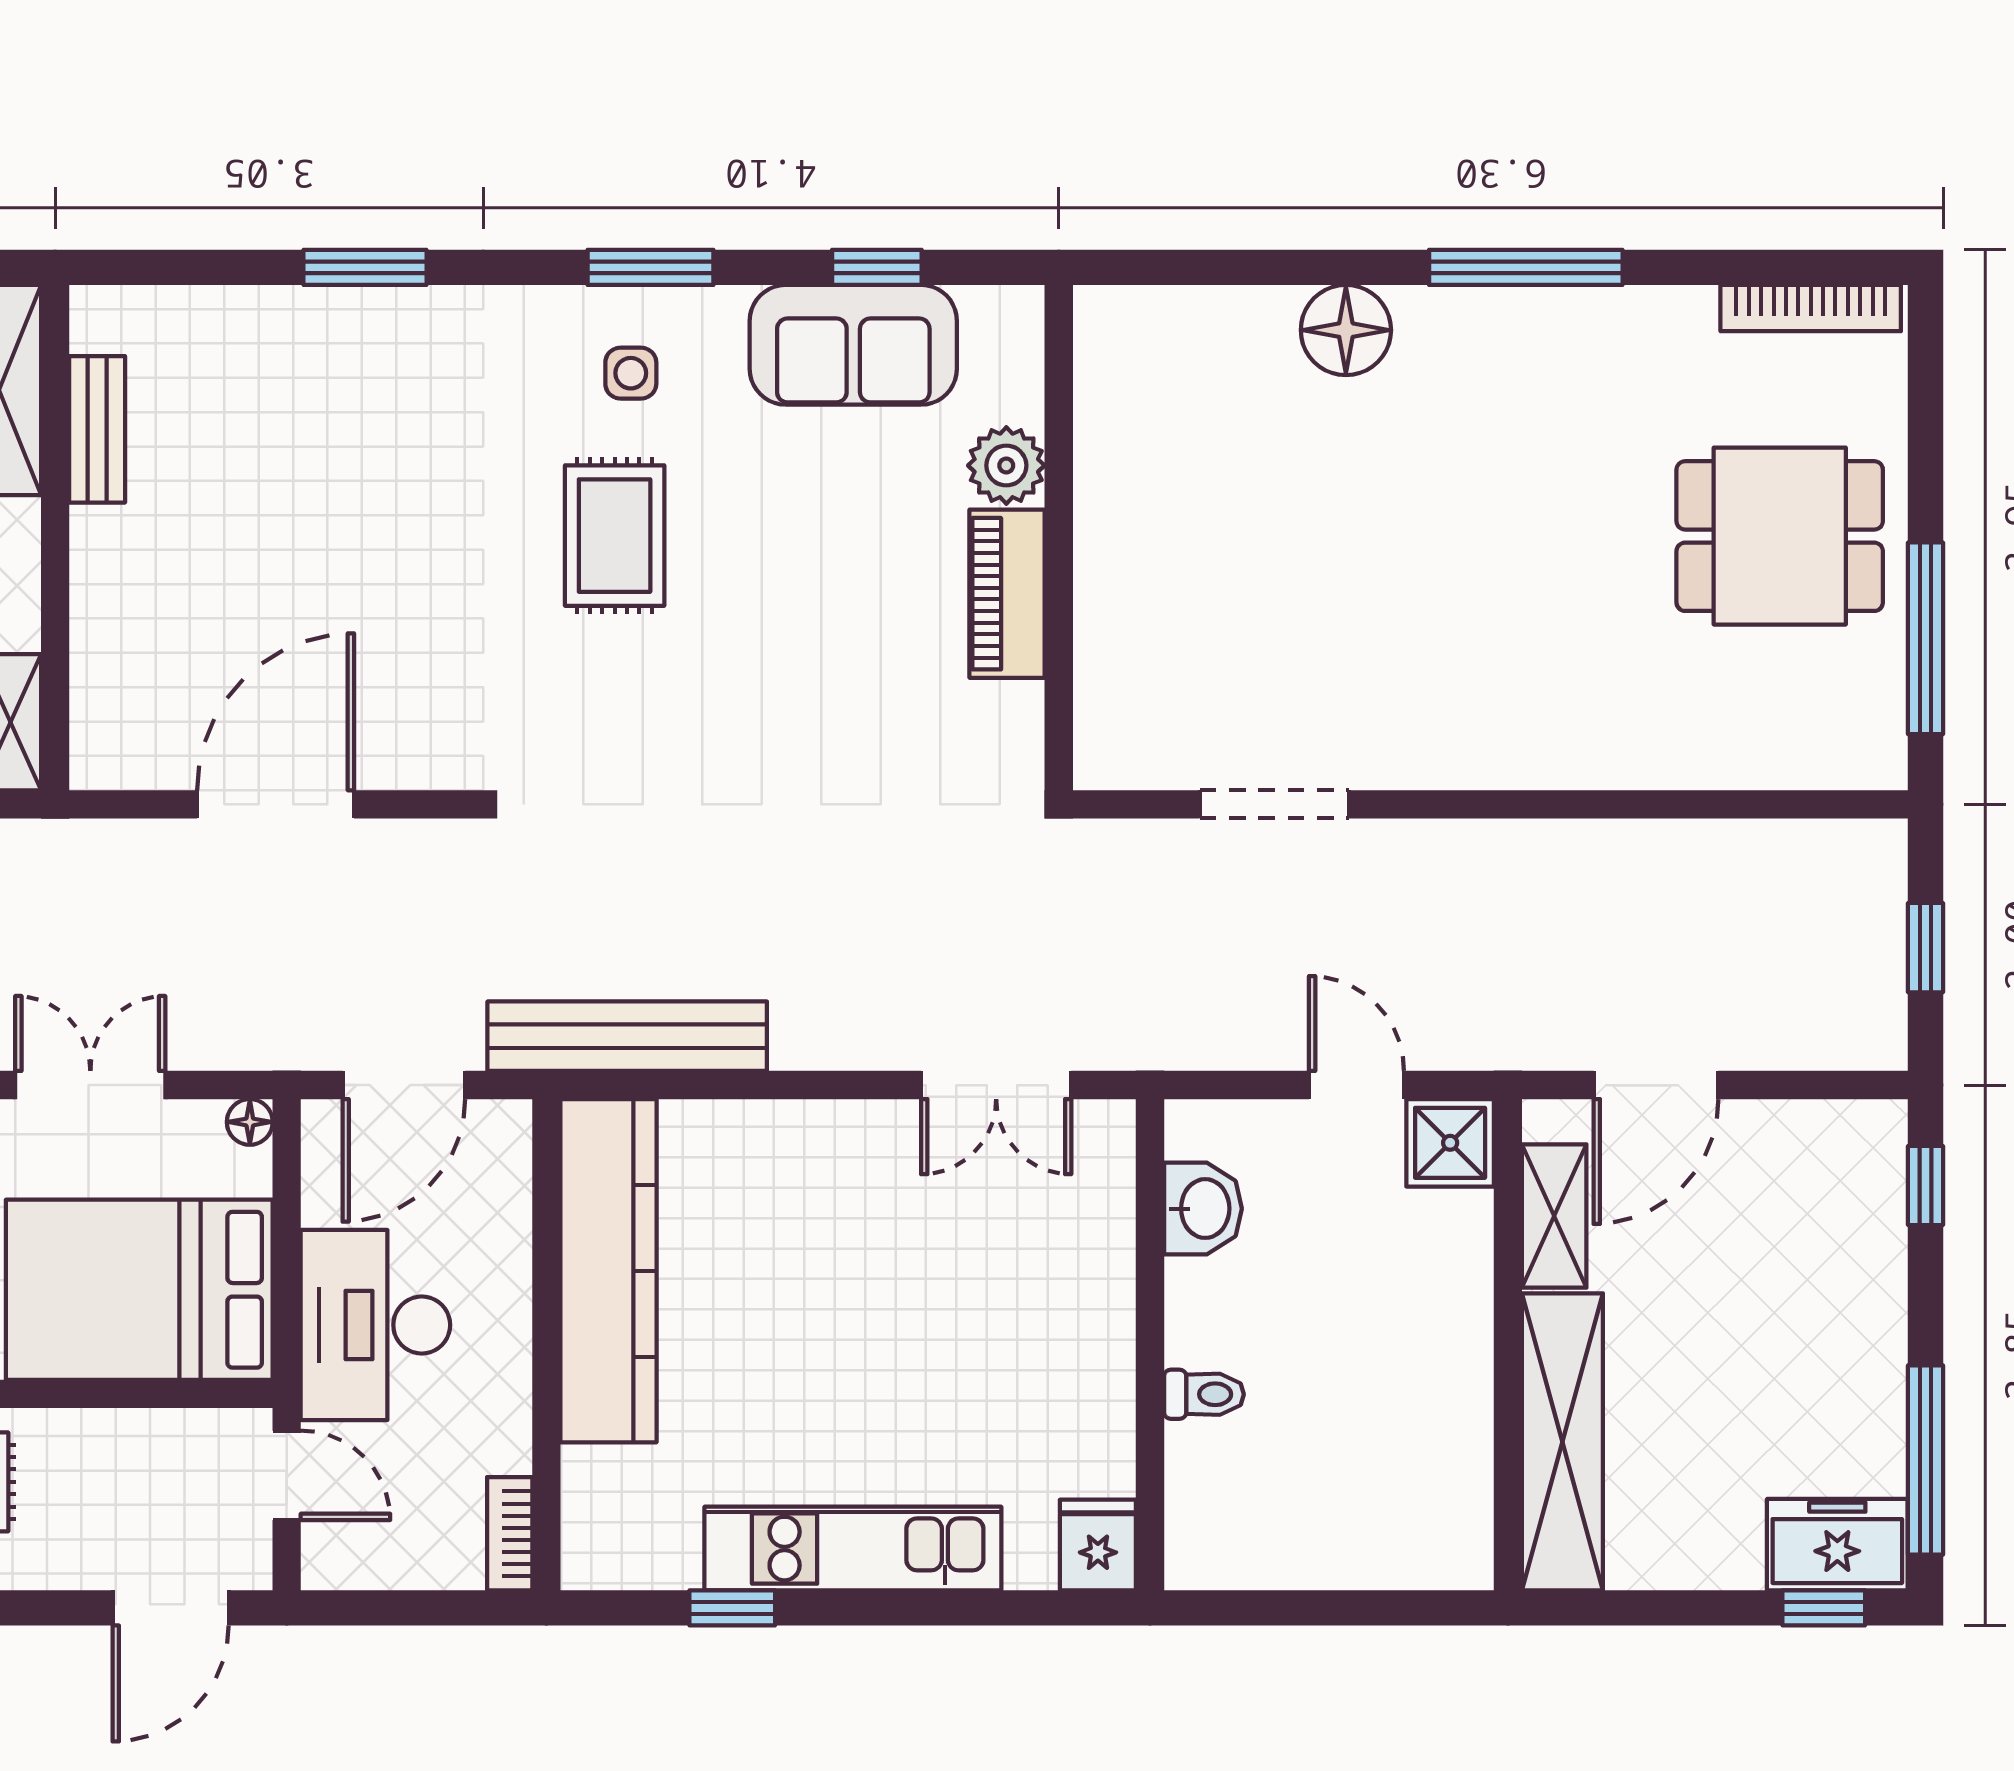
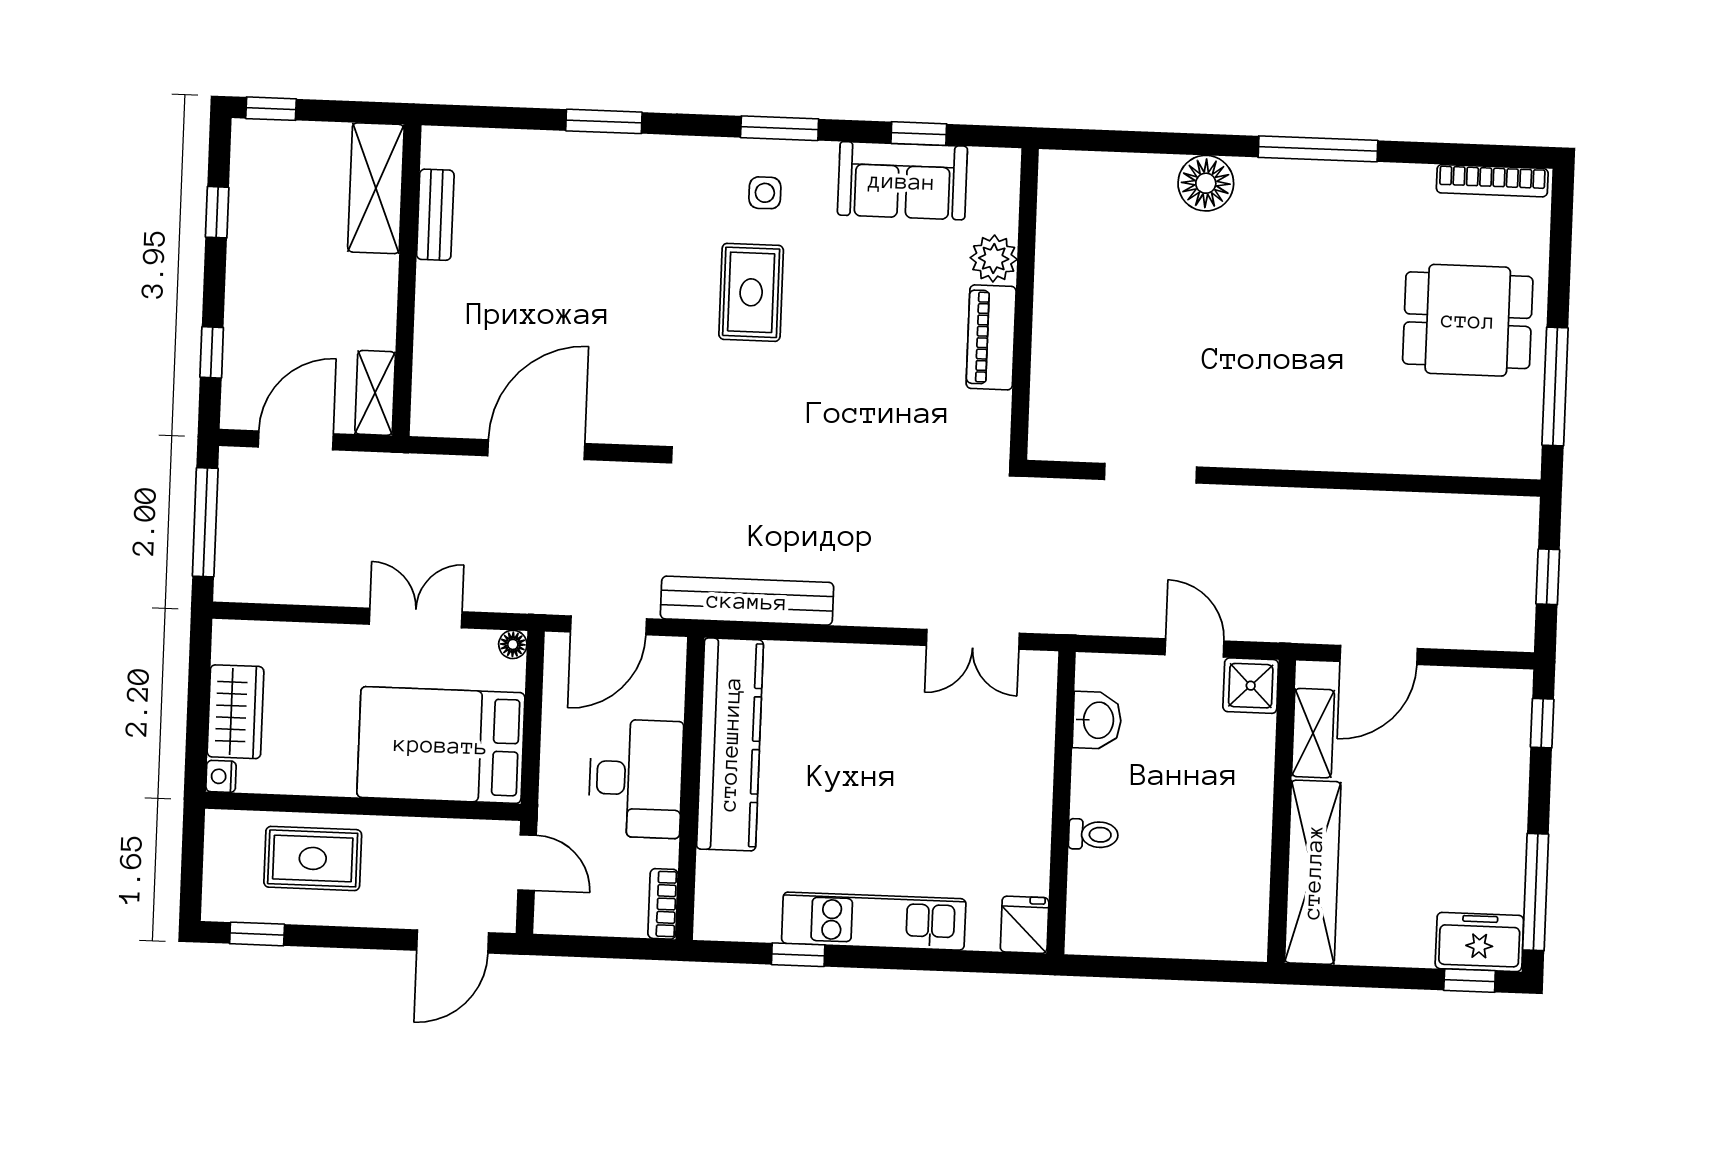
desk: (375, 1325) -> (636, 778), moved, turned 180

